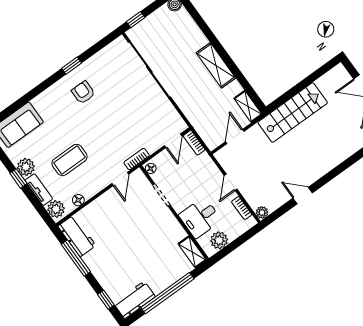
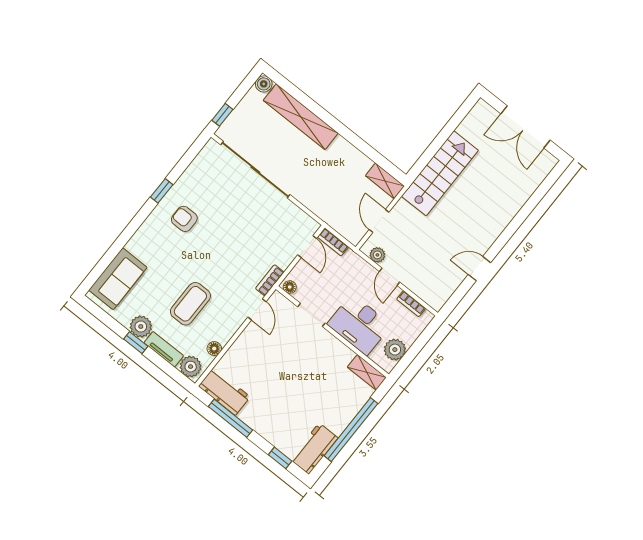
shelving: (216, 65) -> (301, 117), moved, width x1.47
plant: (262, 212) -> (377, 255), moved
desk: (200, 218) -> (359, 325), width x1.37

